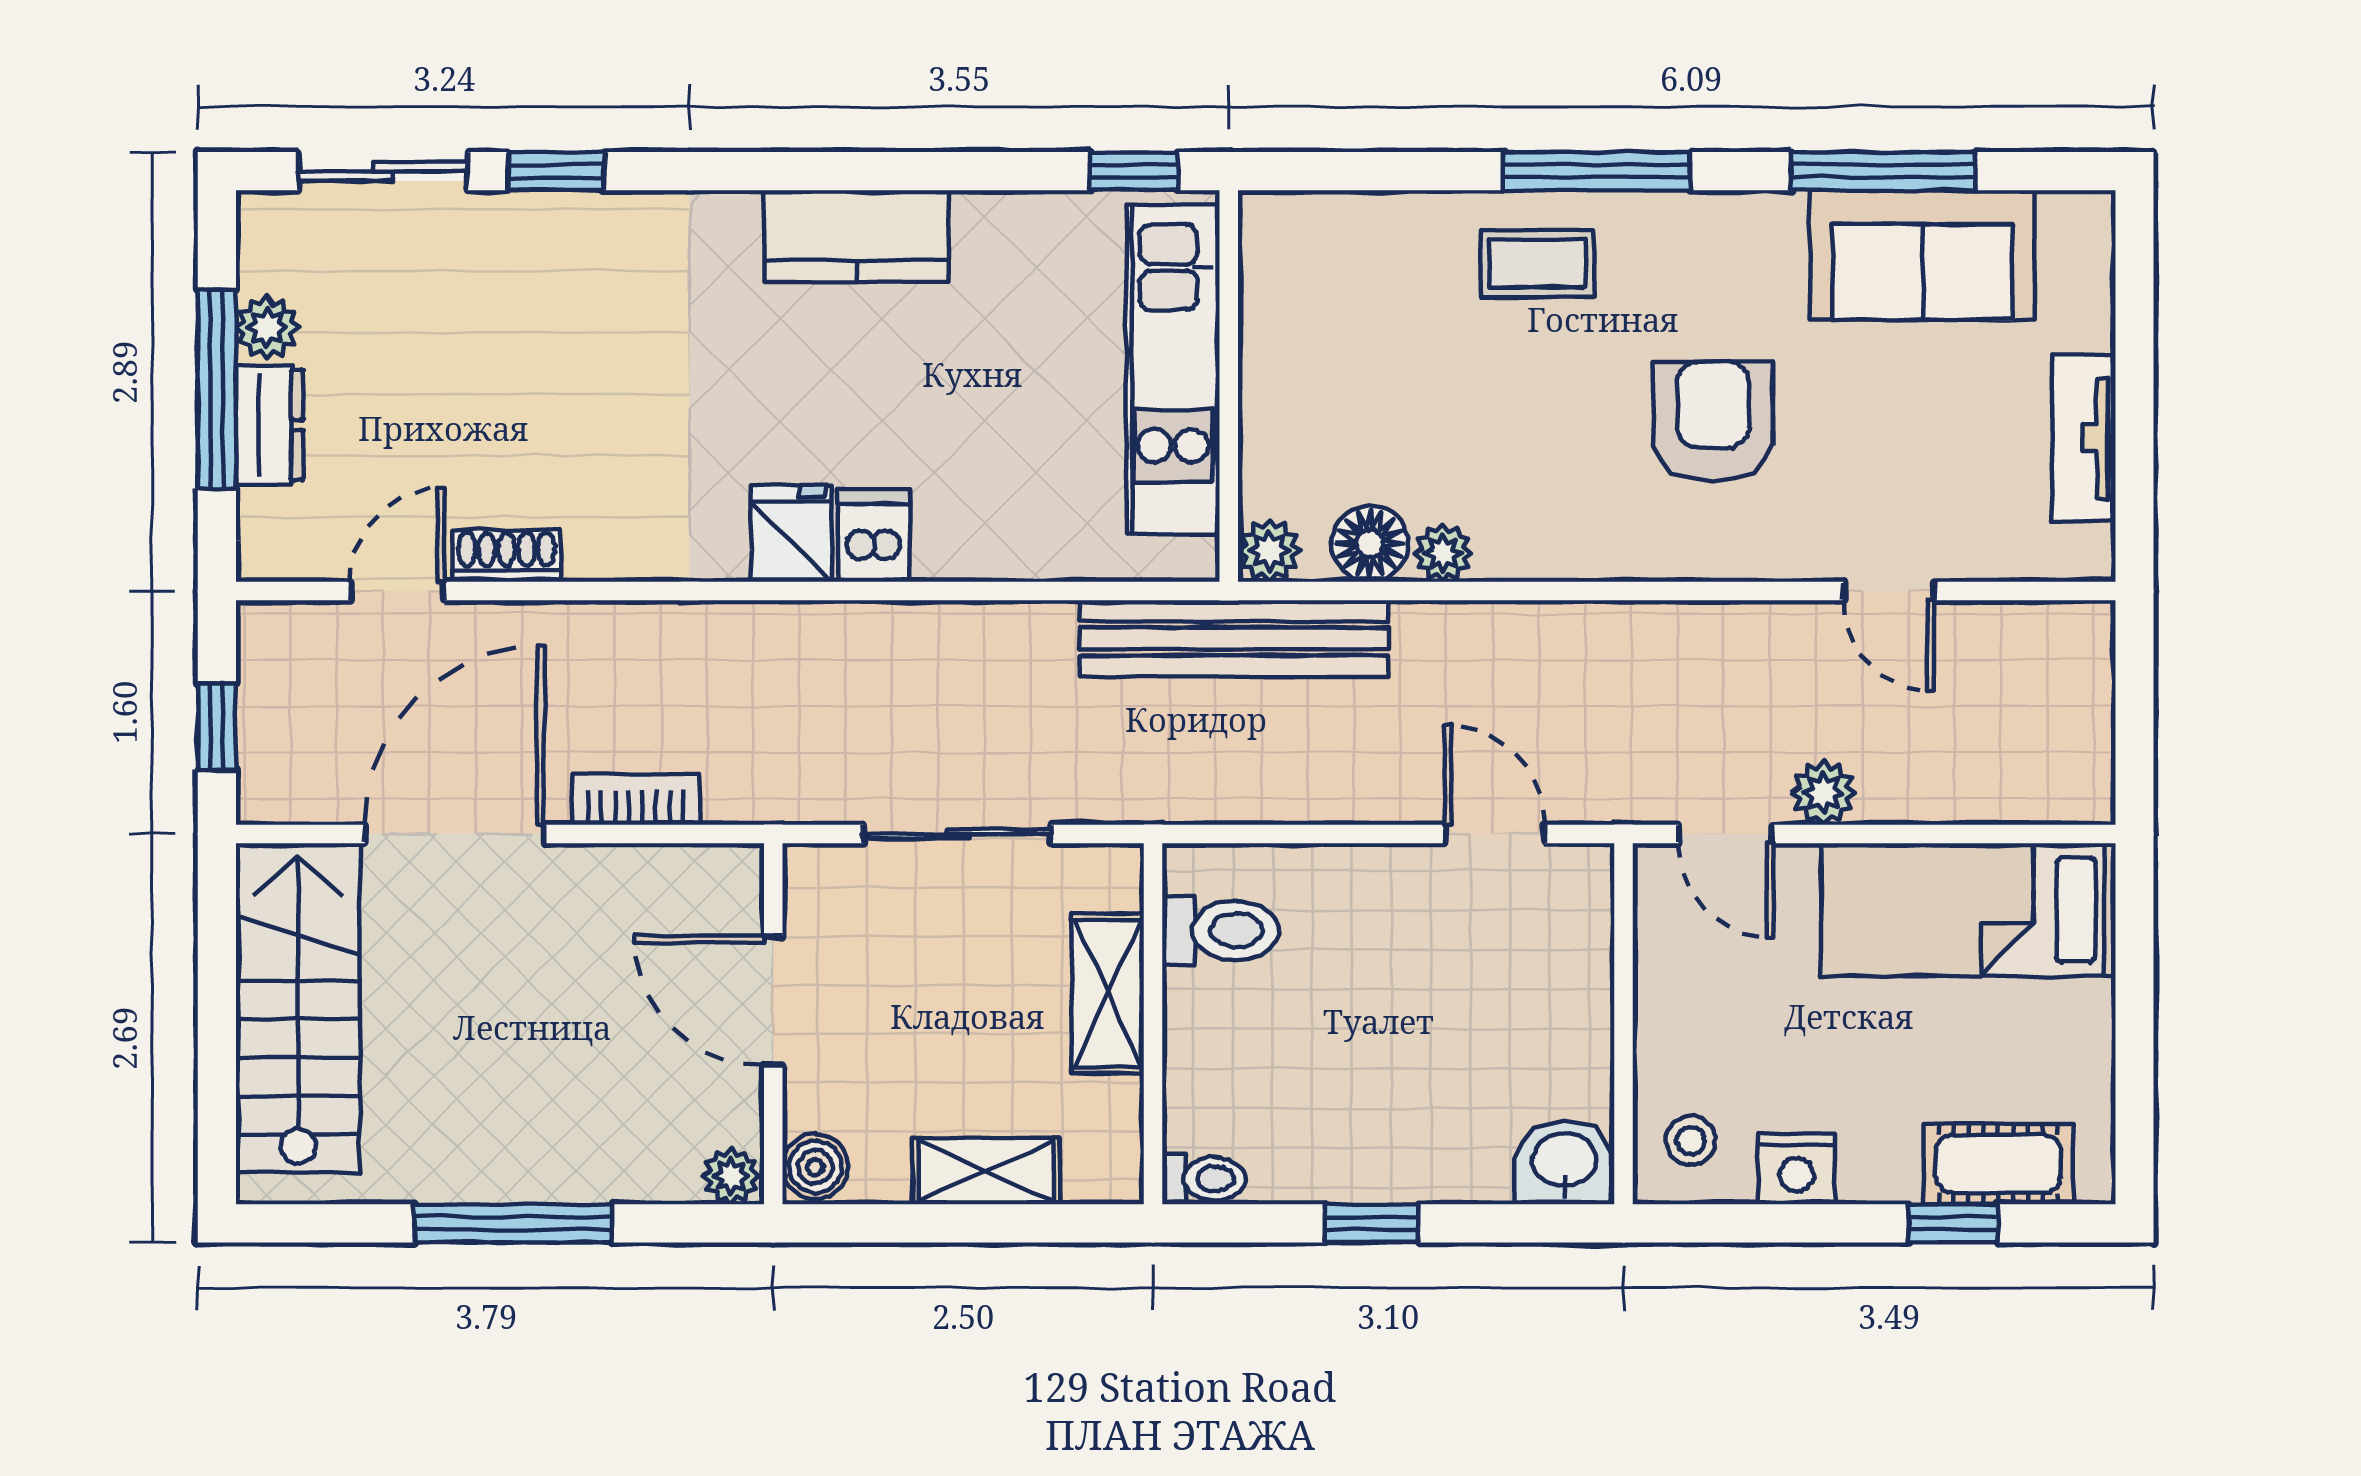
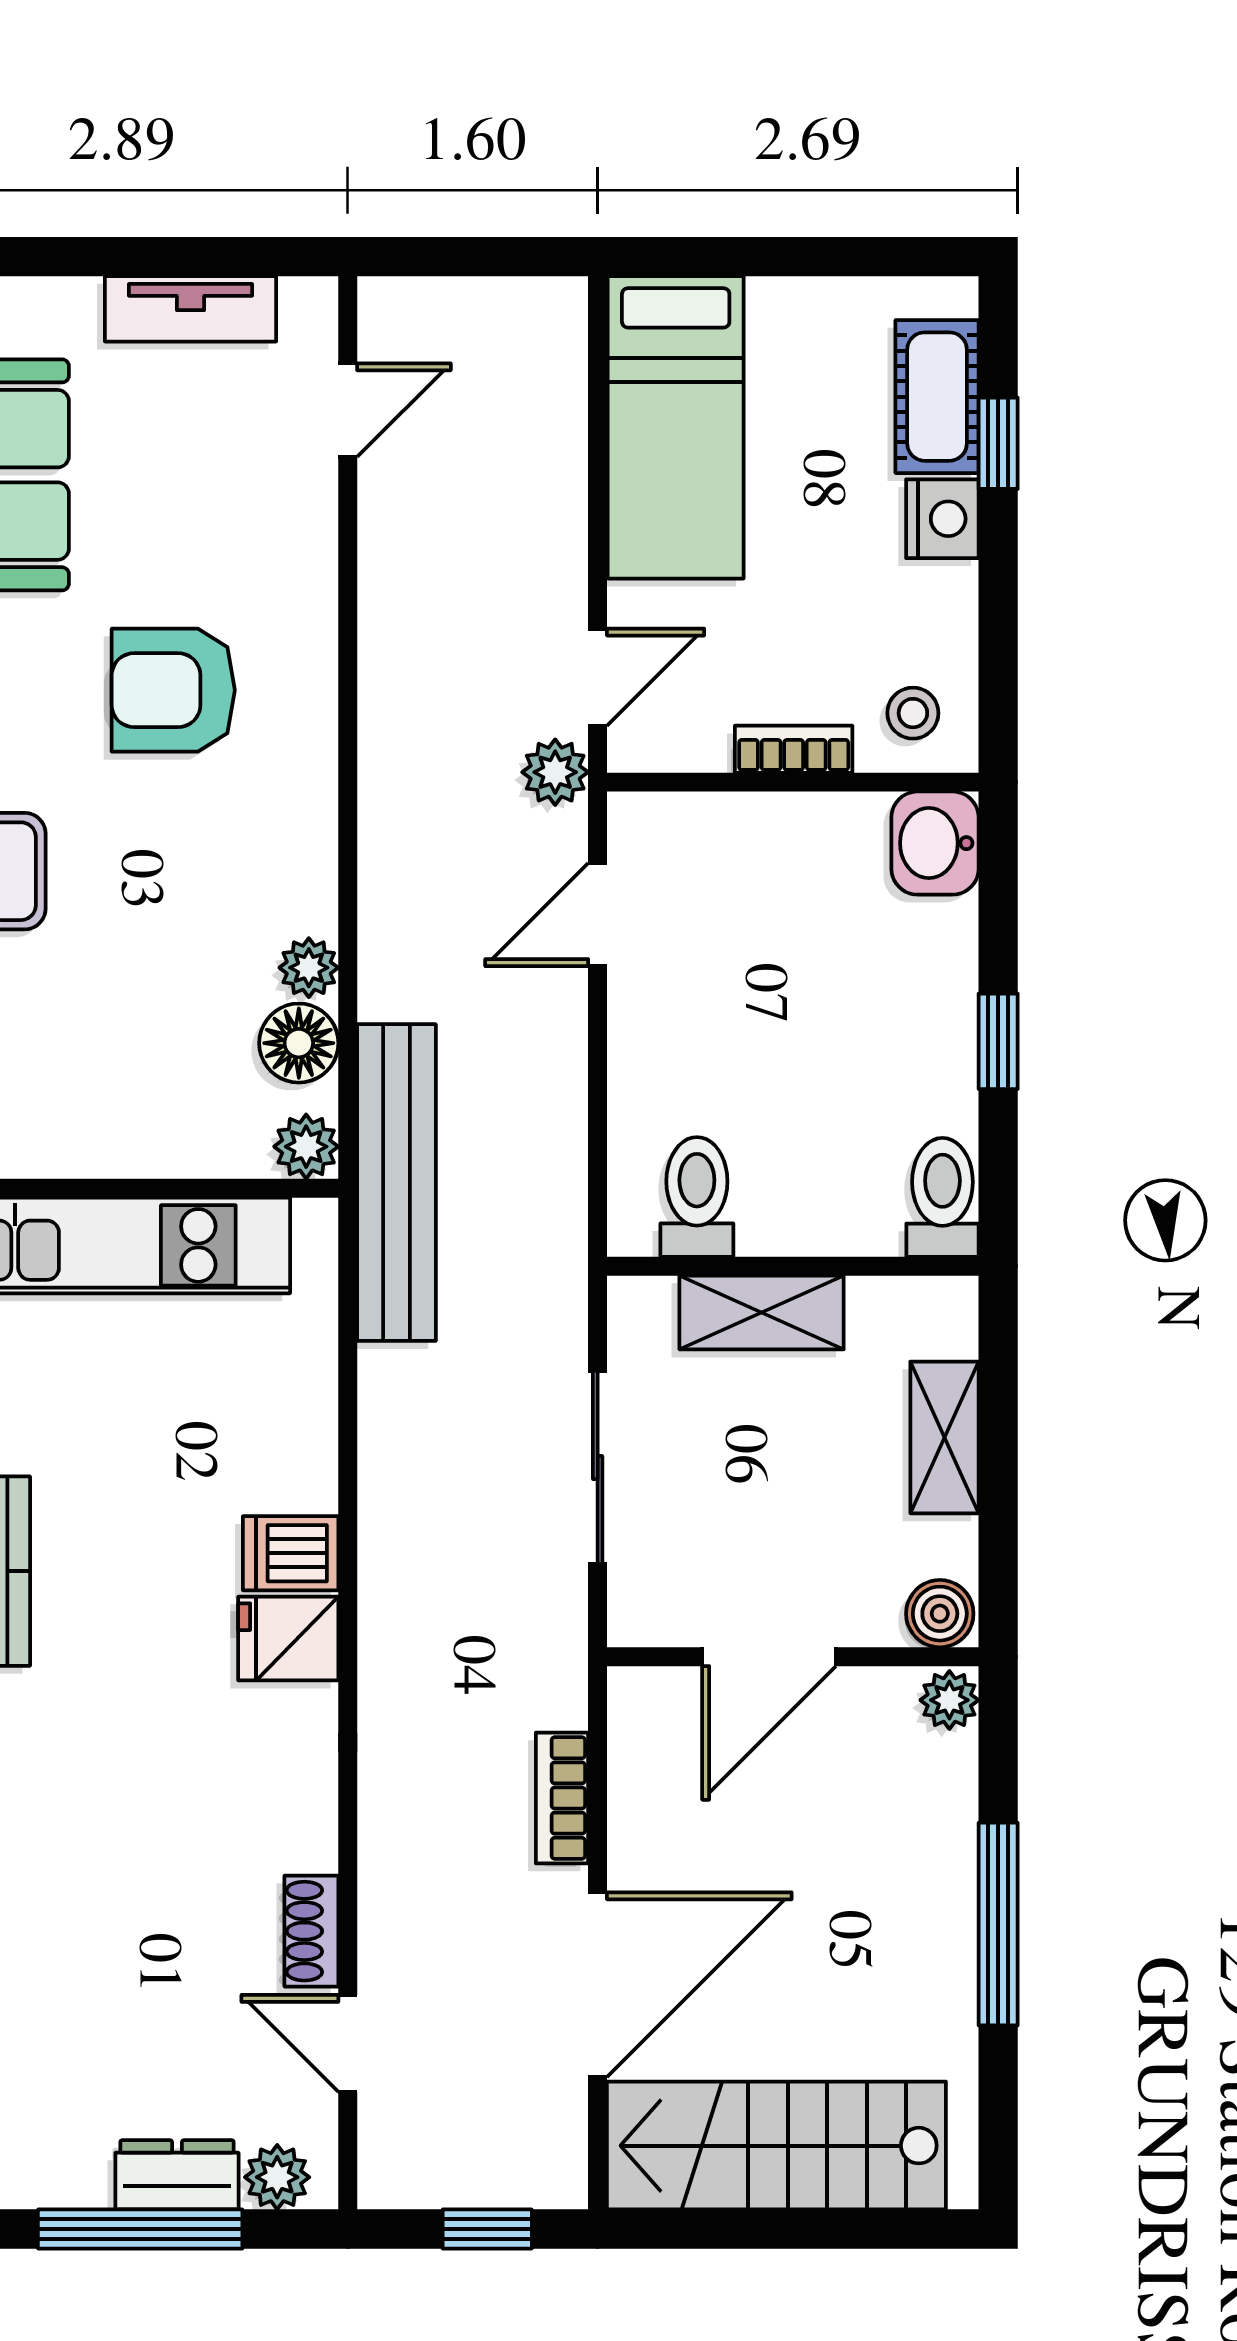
plant: (267, 328) -> (277, 2177), moved
door: (1889, 591) -> (348, 410), moved
plant: (1824, 793) -> (555, 772), moved
door: (454, 834) -> (598, 1985), swing flipped
bookcase: (1656, 1025) -> (794, 749), added
nightstand: (1797, 1169) -> (942, 519), moved
toilet: (1204, 1179) -> (942, 1197), width x1.37, depth x1.39

